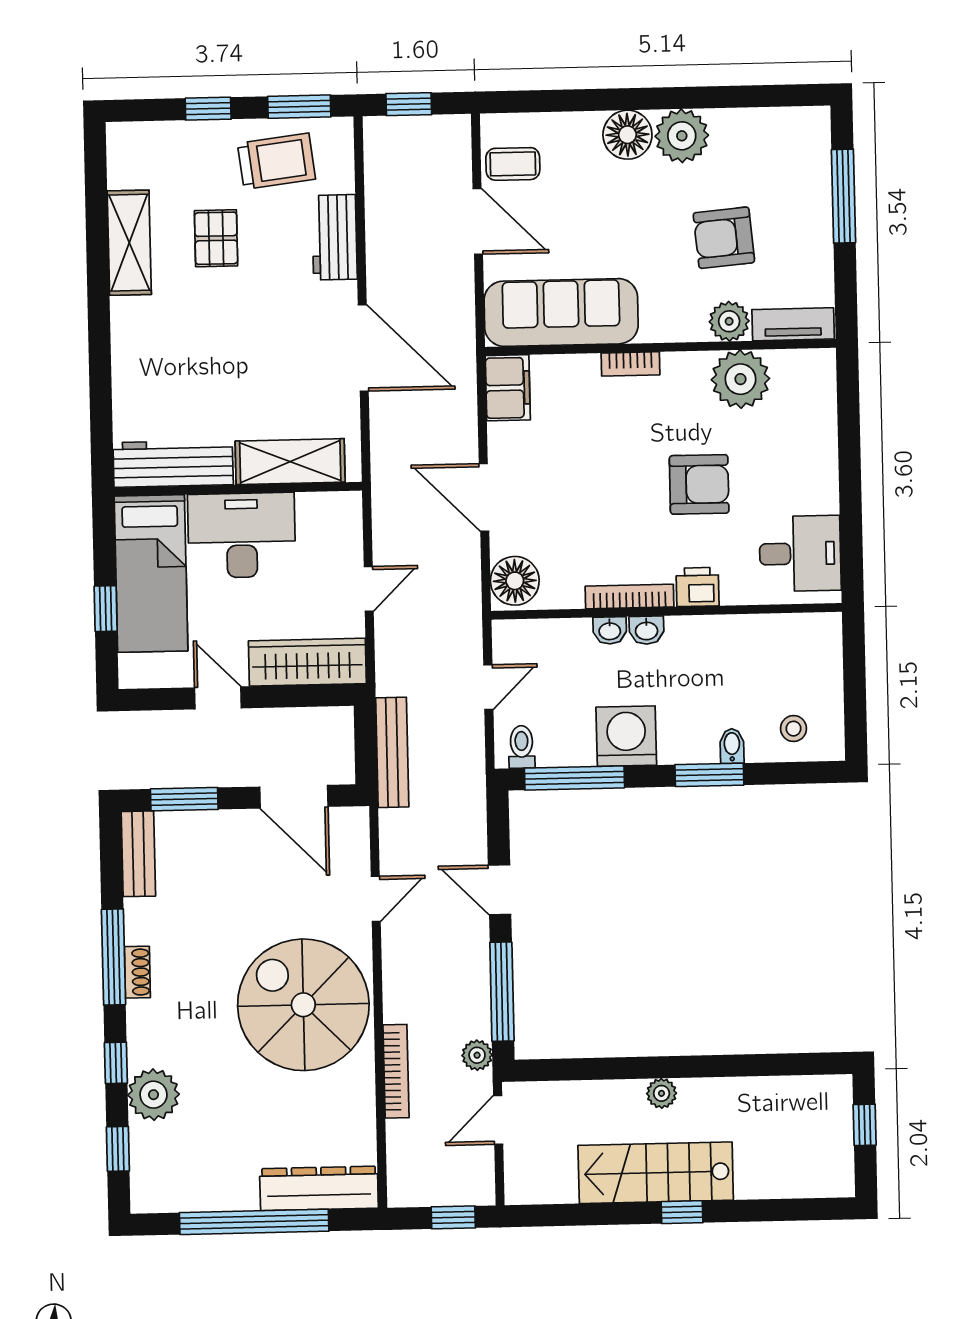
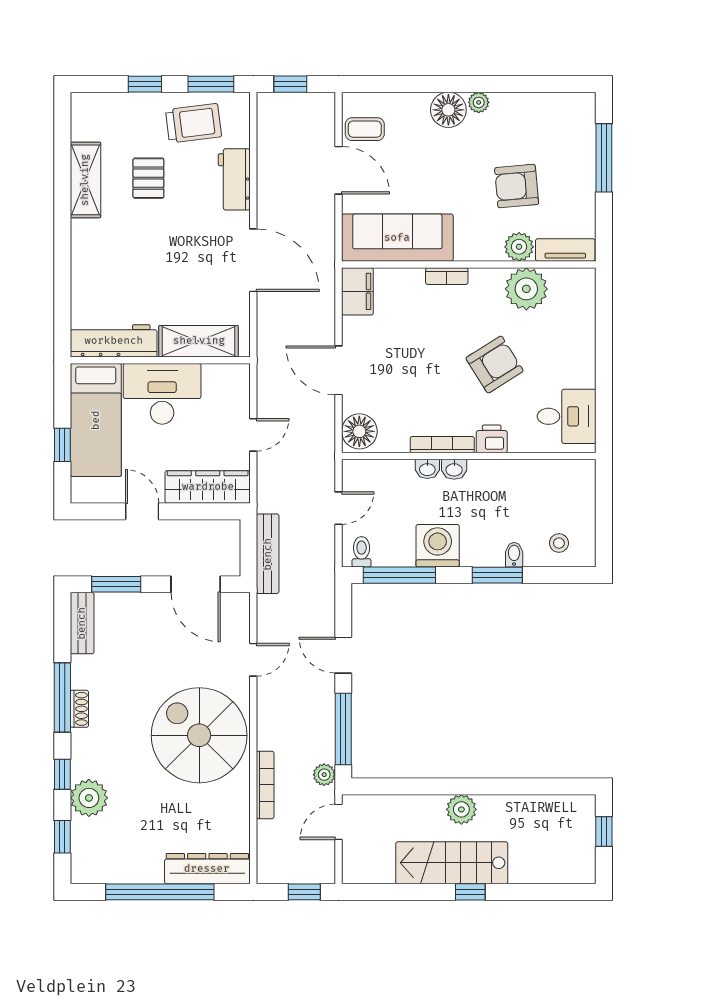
plant: (682, 136) -> (479, 102), width x0.53, depth x0.53
armchair: (699, 484) -> (495, 365), turned -32
plant: (662, 1093) -> (461, 809), width x1.38, depth x1.38

